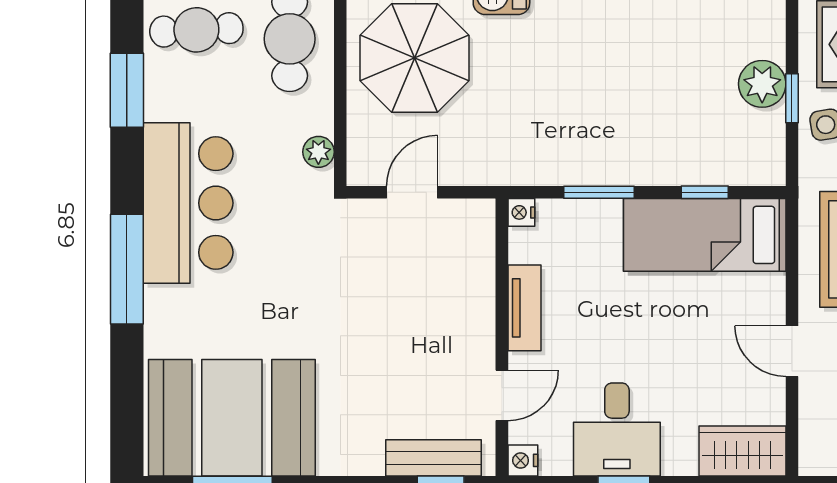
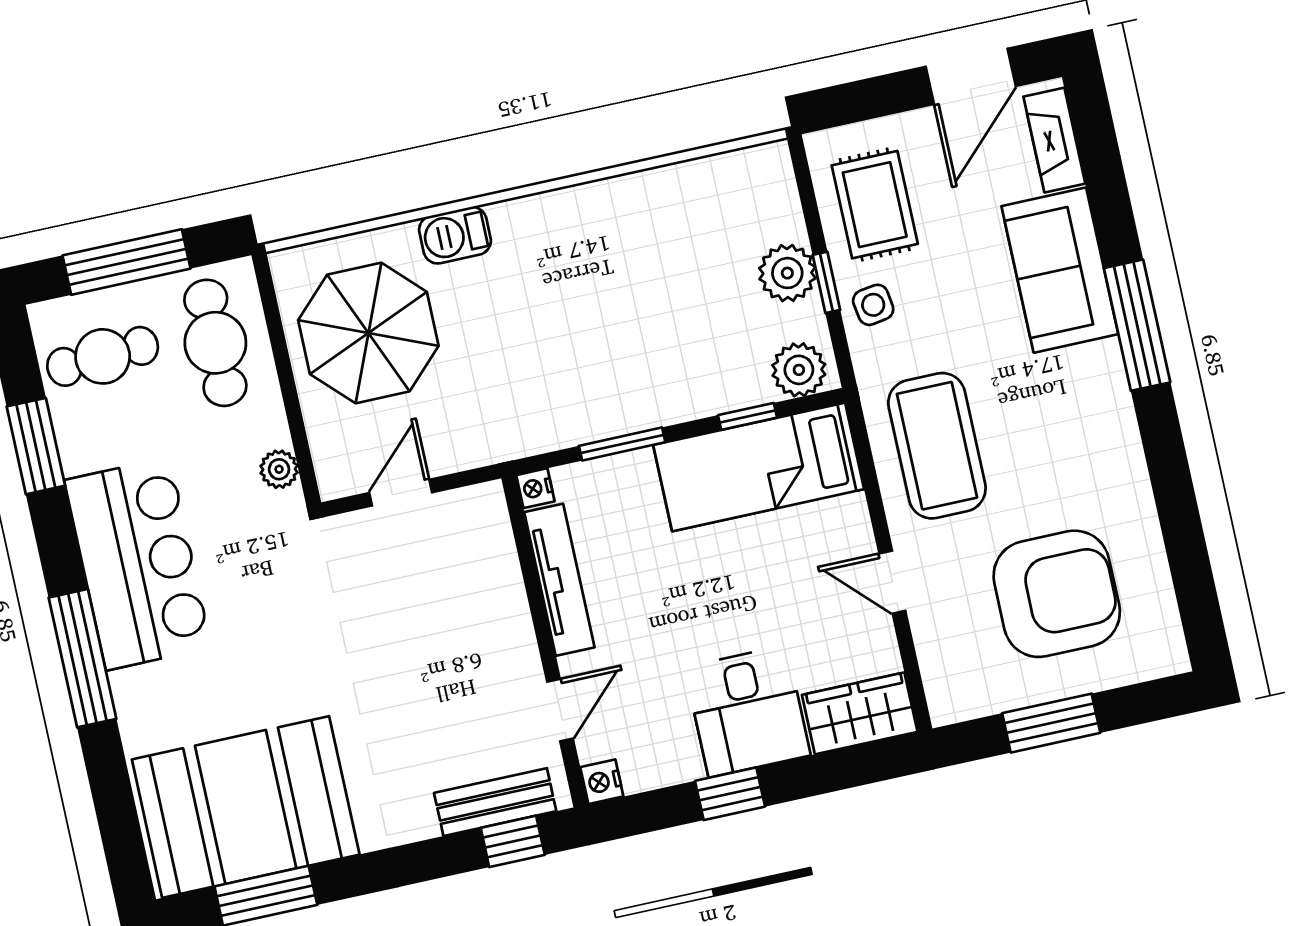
plant: (754, 164) -> (799, 370), added
tv unit: (525, 308) -> (559, 580), width x1.41
desk: (617, 430) -> (748, 711), moved

